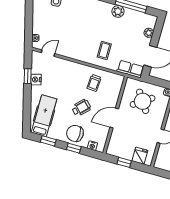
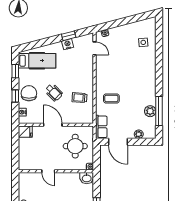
plant: (118, 11) -> (150, 111), moved
round table: (143, 101) -> (75, 146), turned 34
fridge: (140, 156) -> (25, 132), moved
window: (124, 162) -> (15, 145), removed

